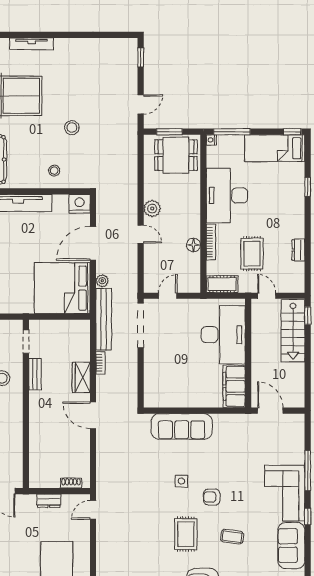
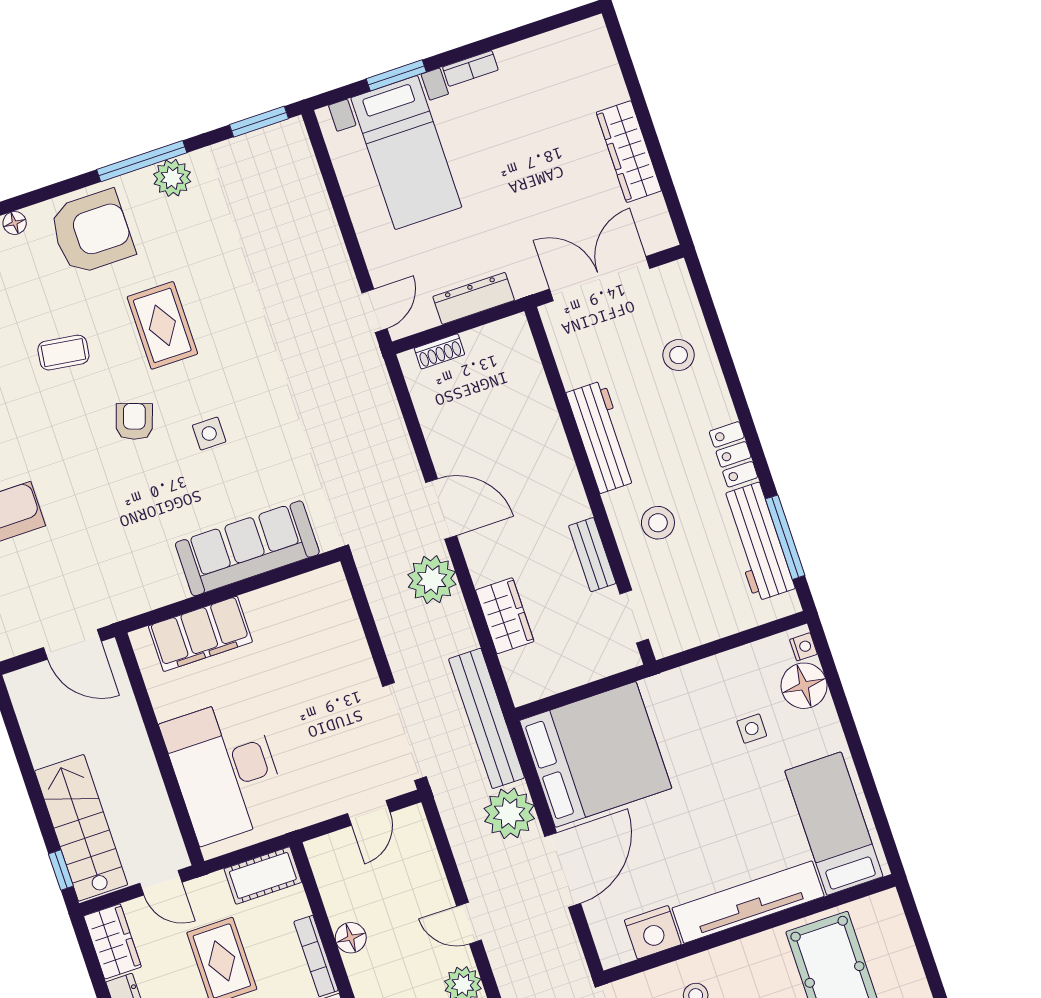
nightstand: (80, 204) -> (653, 932), moved
wardrobe: (296, 278) -> (112, 941), added
plant: (102, 281) -> (509, 813), width x1.88, depth x1.88
bookcase: (101, 363) -> (462, 625), removed
wardrobe: (81, 377) -> (505, 616), moved
filing cabinet: (234, 386) -> (200, 634), moved, turned 90
plant: (107, 387) -> (432, 580), added
workbench: (14, 423) -> (602, 437), added
armchair: (212, 497) -> (134, 421), turned -71
dresser: (49, 501) -> (474, 298), width x1.44

